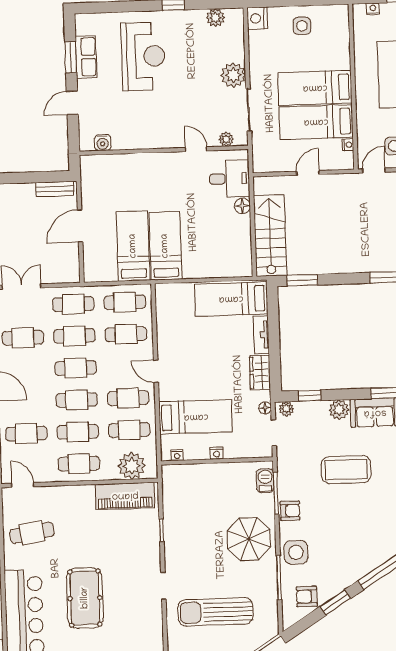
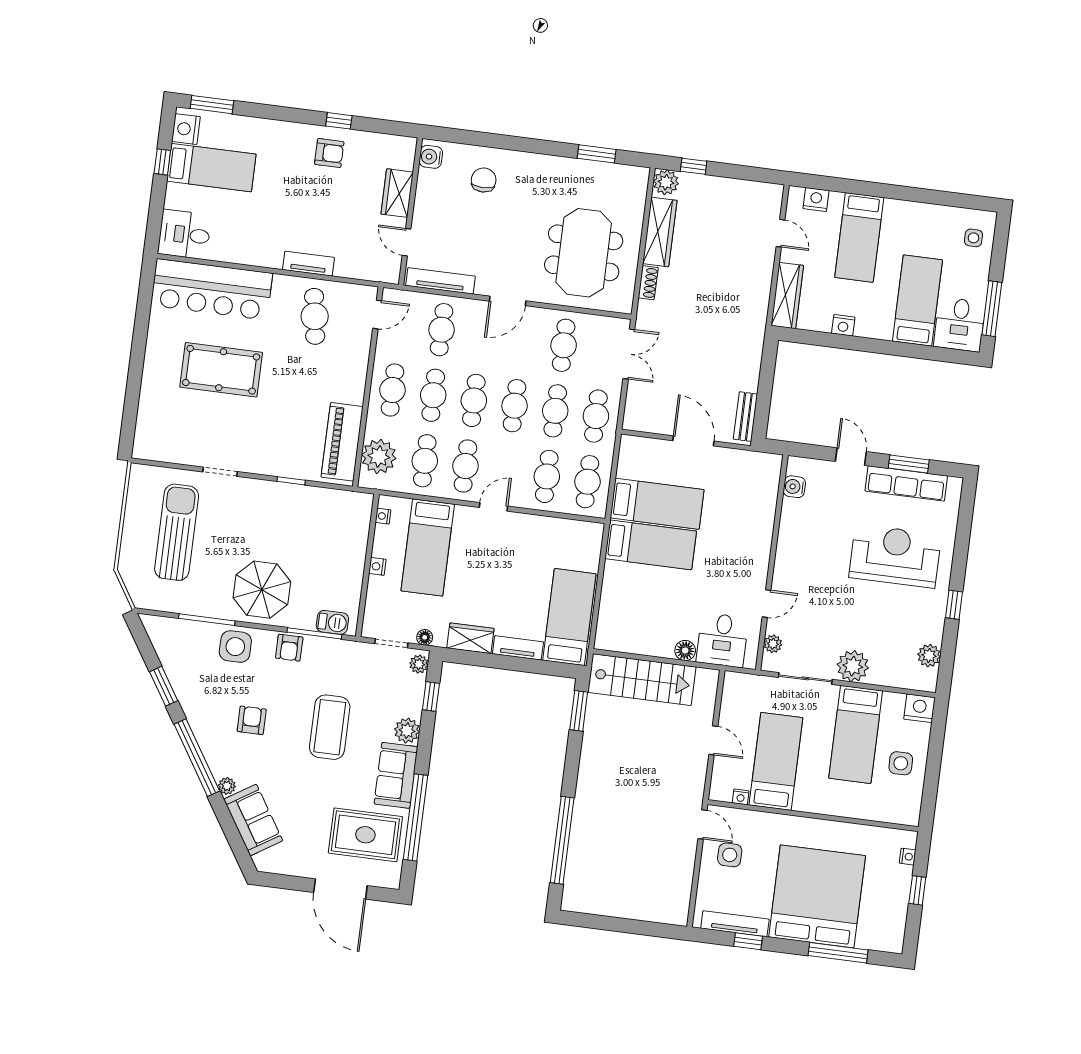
reception desk: (143, 56) -> (895, 556), turned 180
row of seats: (86, 57) -> (906, 483), width x1.48
bed: (315, 88) -> (856, 734), moved, turned 180
armchair: (307, 596) -> (252, 720), moved

